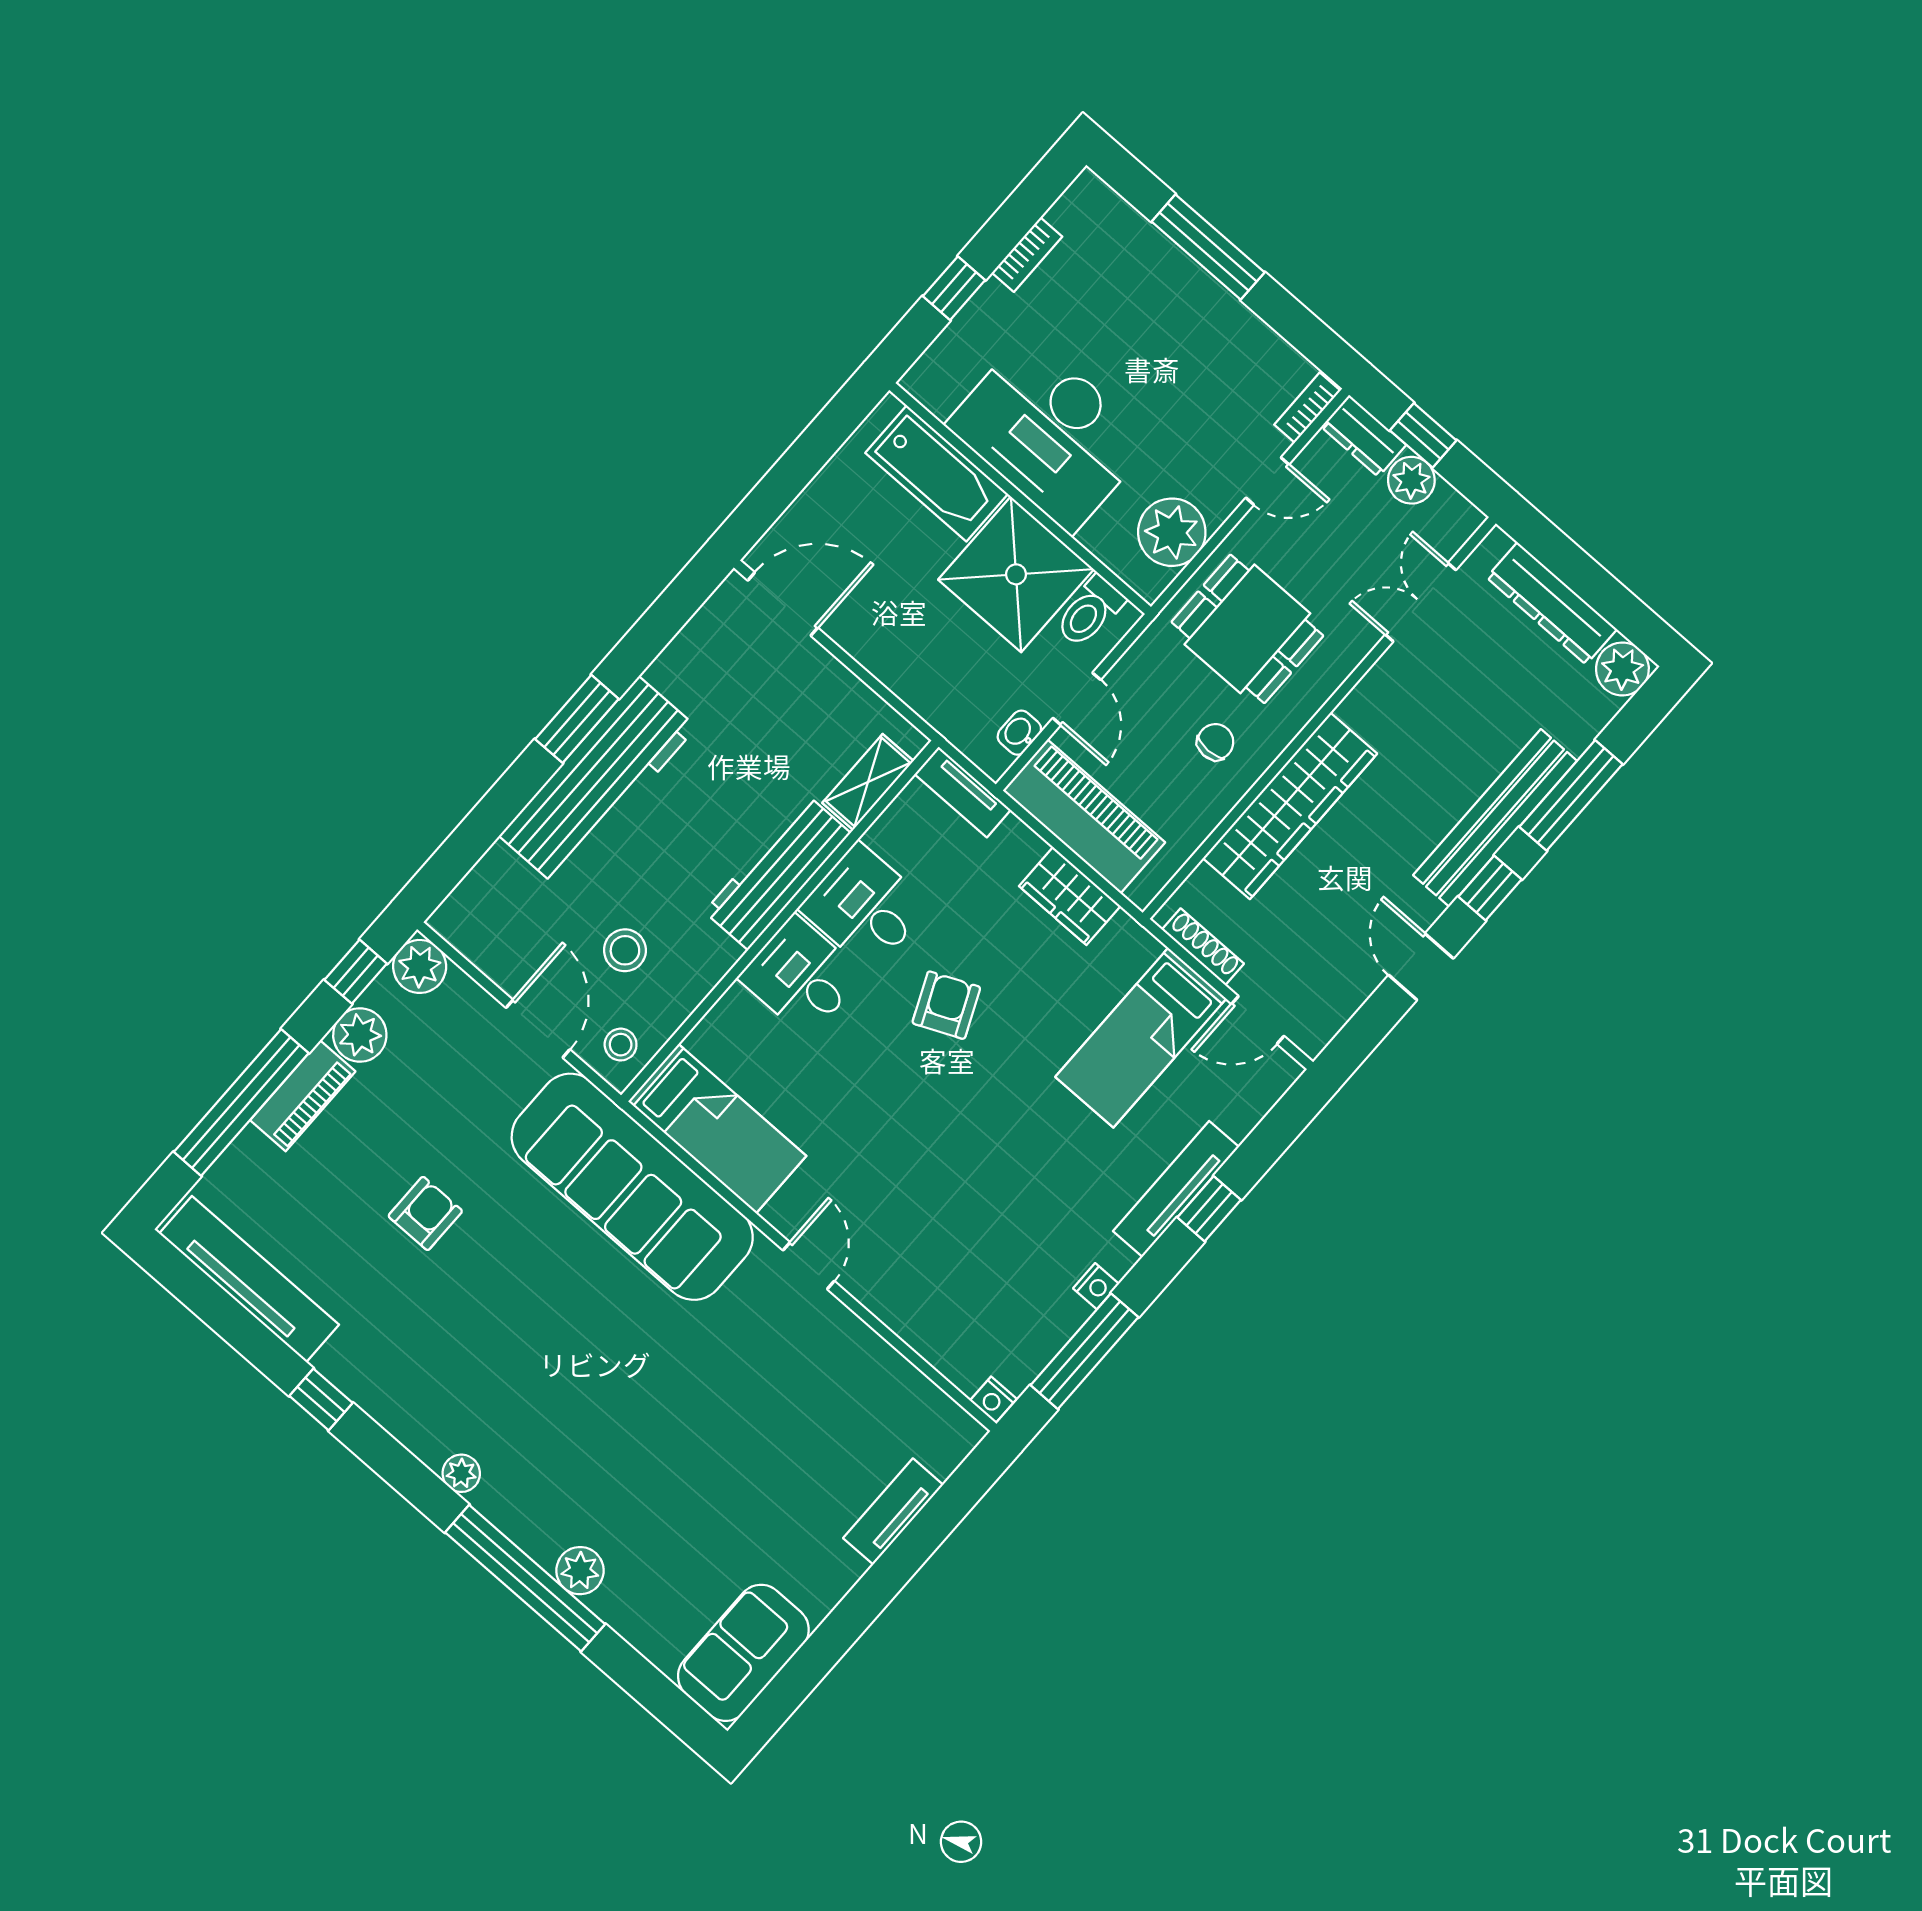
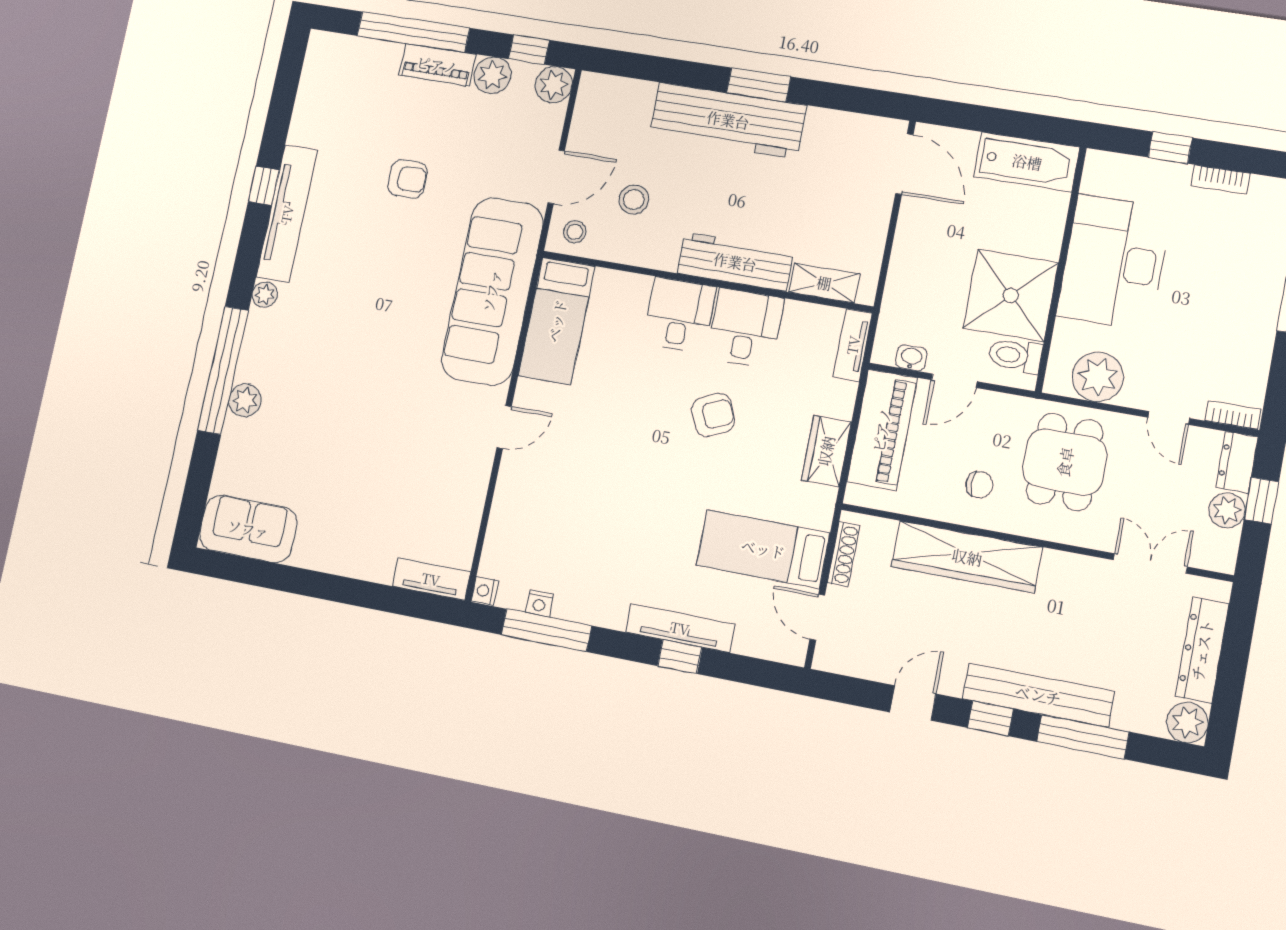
bathtub: (937, 473) -> (1027, 162), moved, turned -90
tv unit: (249, 1279) -> (287, 214), moved
nightstand: (1096, 1286) -> (539, 603), moved
tv unit: (893, 1511) -> (431, 579), moved

